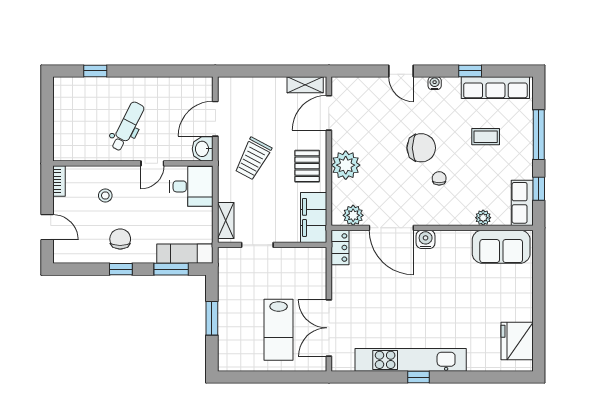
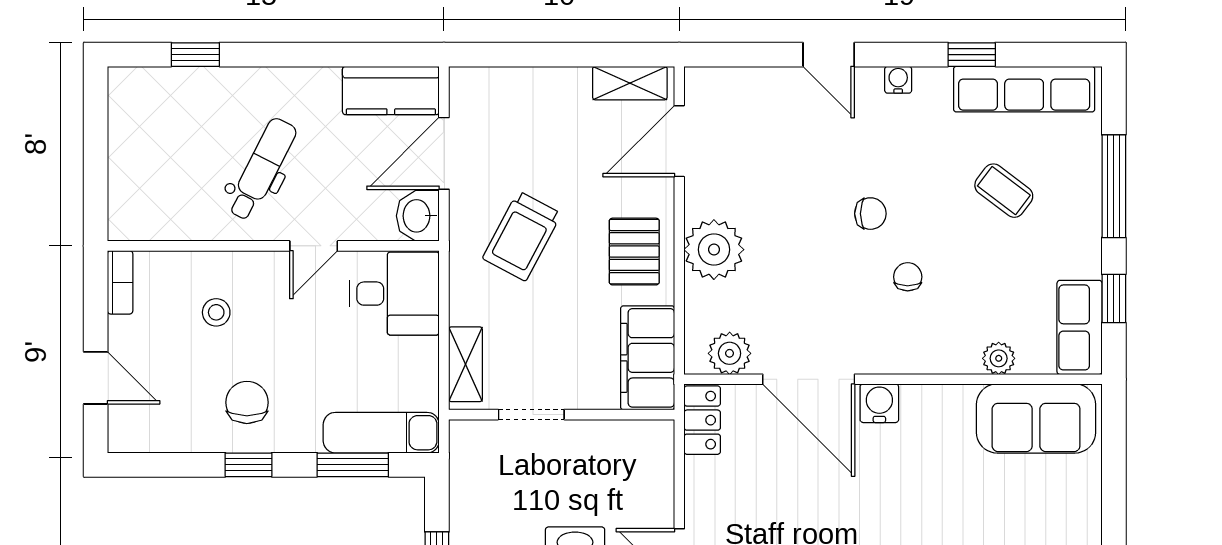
kitchen counter: (190, 88) -> (391, 90), added
coffee table: (486, 137) -> (1004, 191), turned 37
chair: (421, 148) -> (870, 214), width x0.54, depth x0.54

